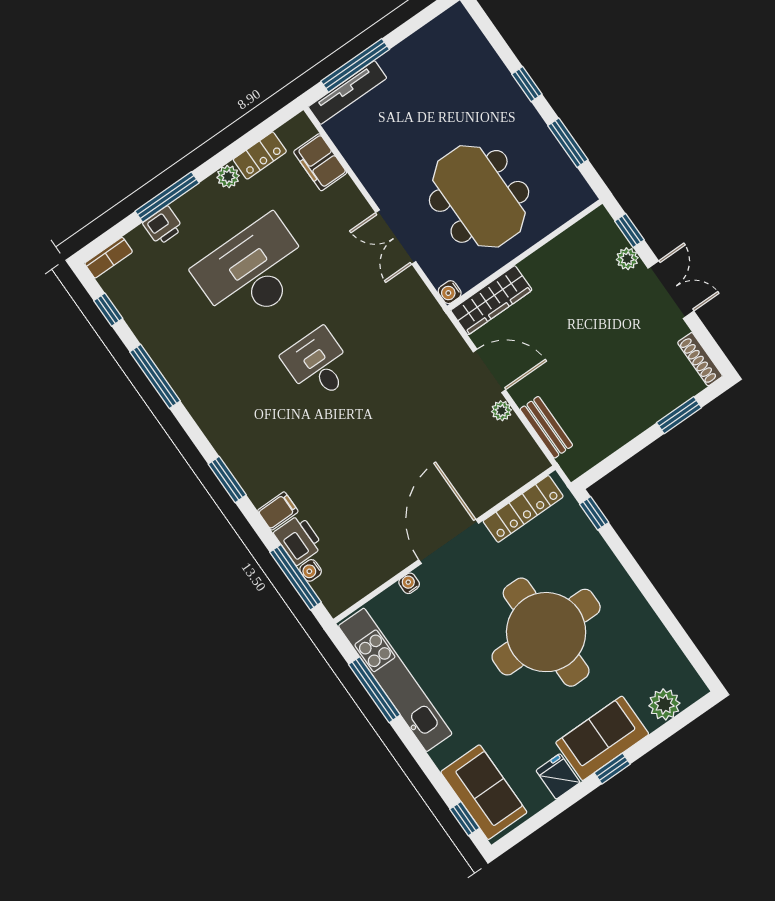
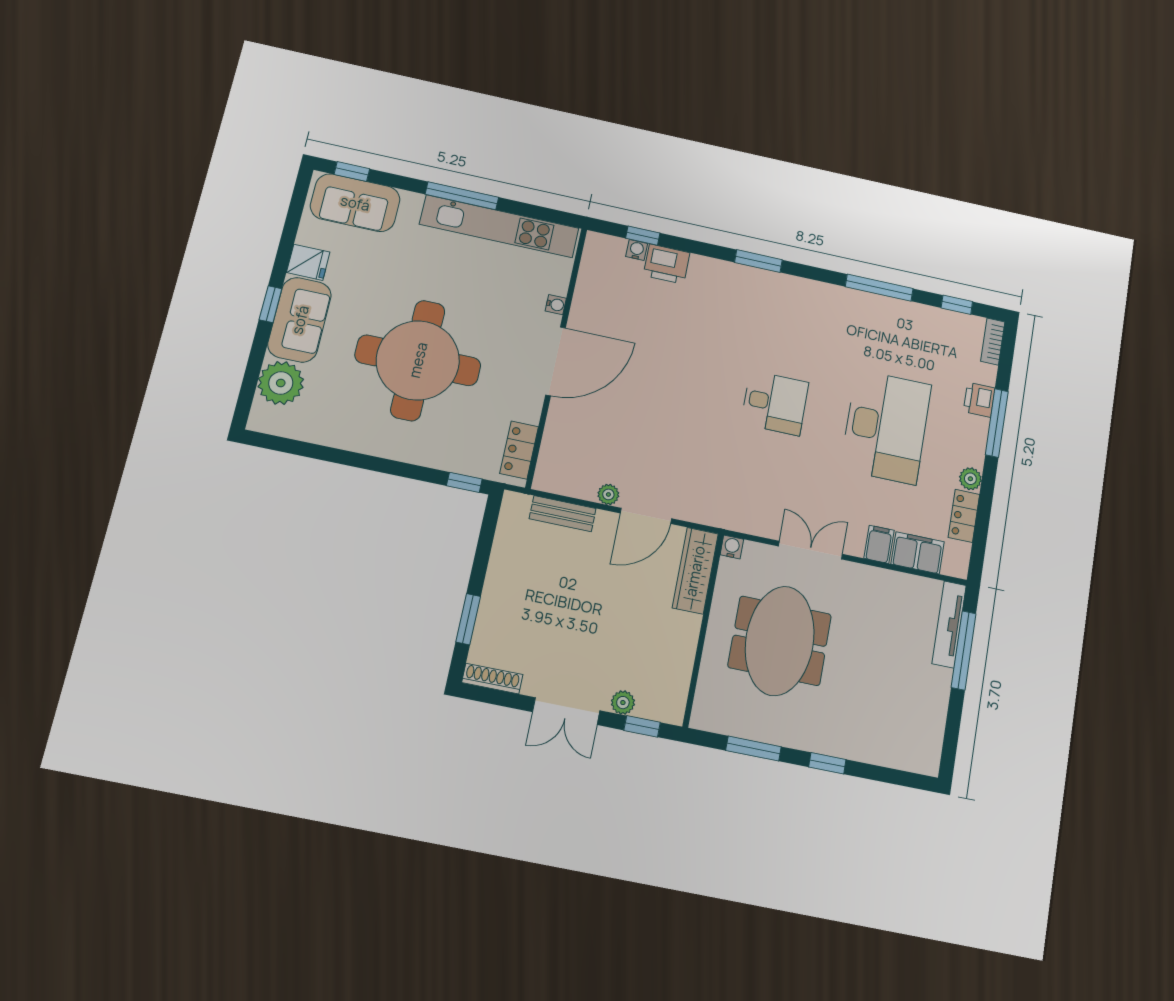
meeting table: (479, 196) -> (780, 641), turned 90
locker: (523, 509) -> (519, 450), width x0.66
filing cabinet: (278, 511) -> (879, 544), moved, turned 180
door: (449, 541) -> (556, 361), hinge flipped
window: (296, 577) -> (643, 236), width x0.46
window: (374, 690) -> (462, 196), moved
plant: (664, 704) -> (281, 383), width x1.36, depth x1.36

